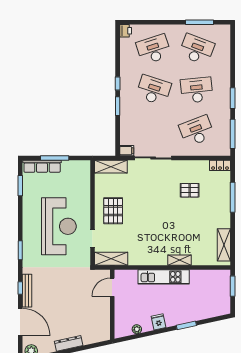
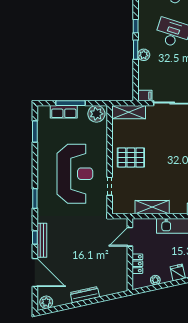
plant: (126, 111) -> (144, 55), added
row of seats: (42, 166) -> (64, 112), width x0.68
plant: (80, 168) -> (96, 114), added
pallet: (113, 211) -> (131, 158), turned 90
shelving: (111, 259) -> (152, 207), moved
locker: (119, 313) -> (137, 264), added

